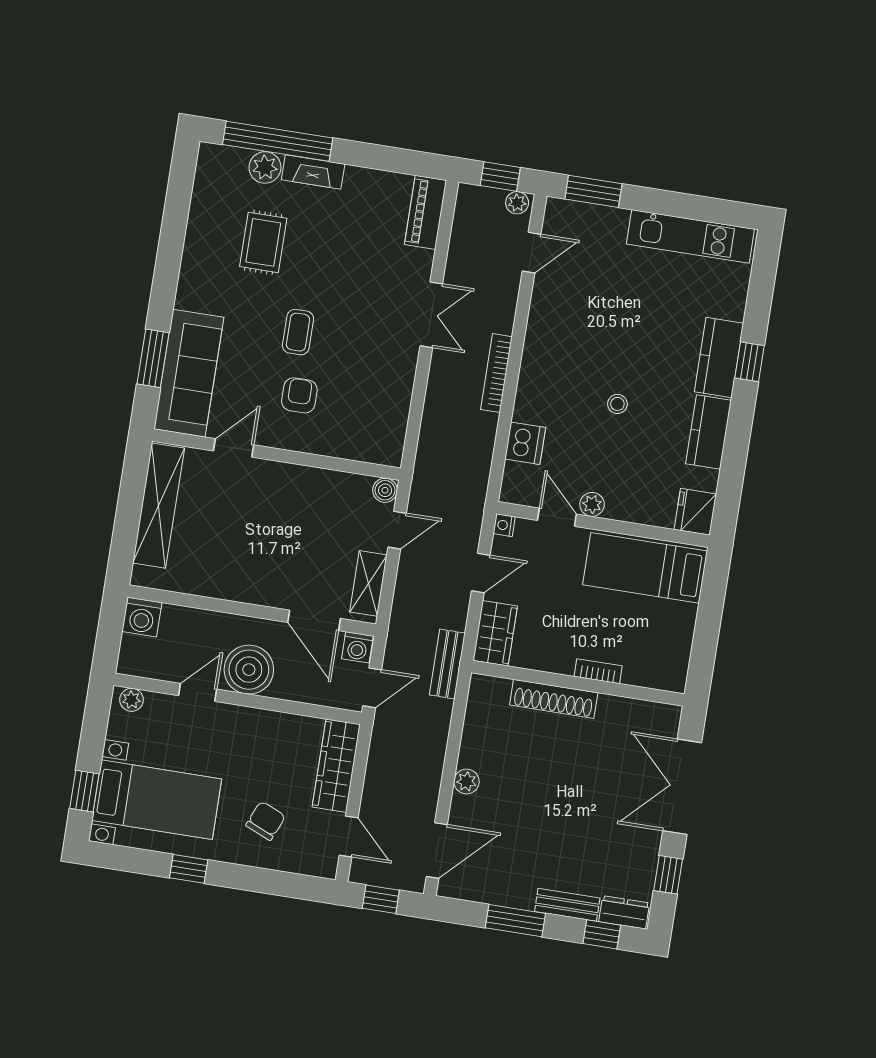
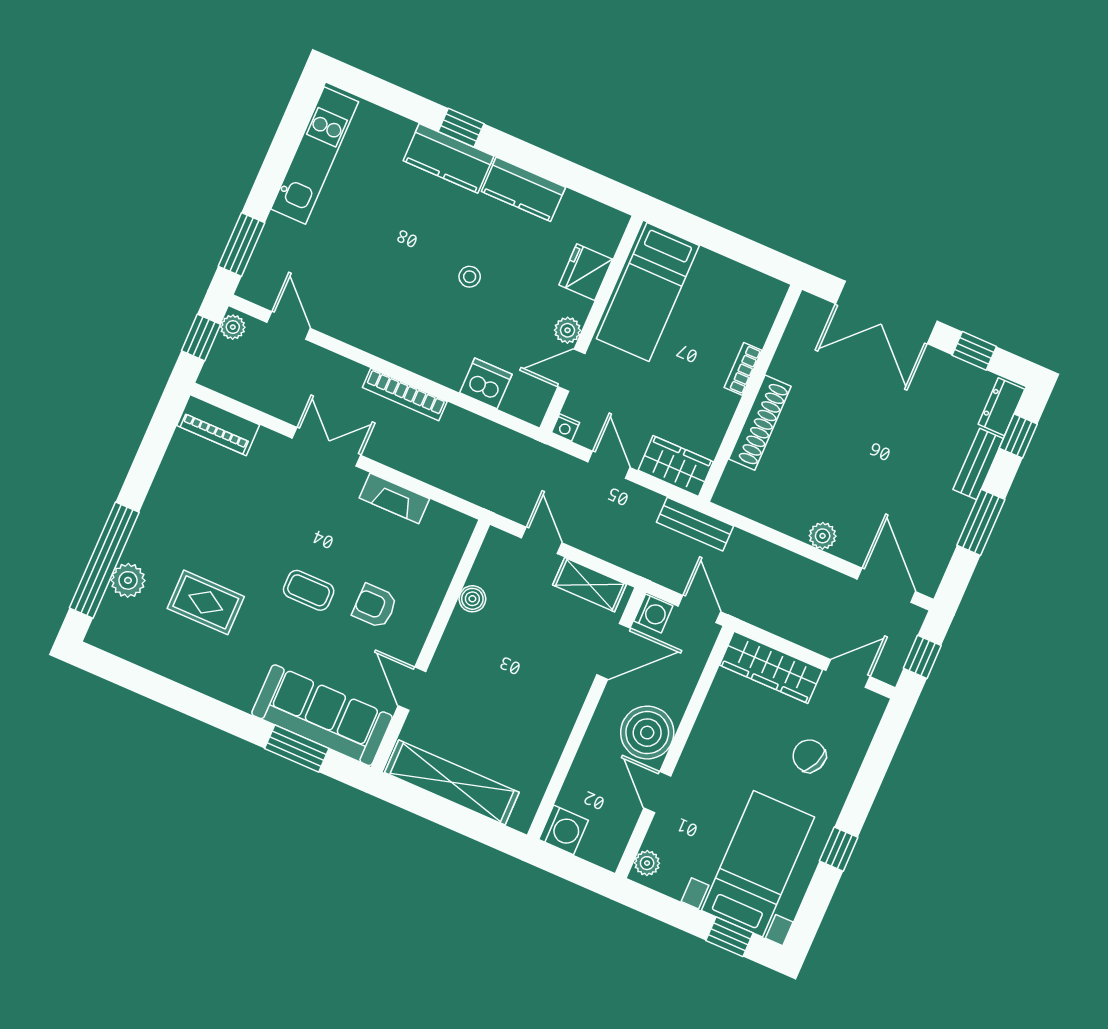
fireplace: (313, 172) -> (394, 498), moved, turned 90
boiler: (385, 490) -> (472, 599), moved
fridge: (695, 512) -> (586, 272), moved, turned 90

